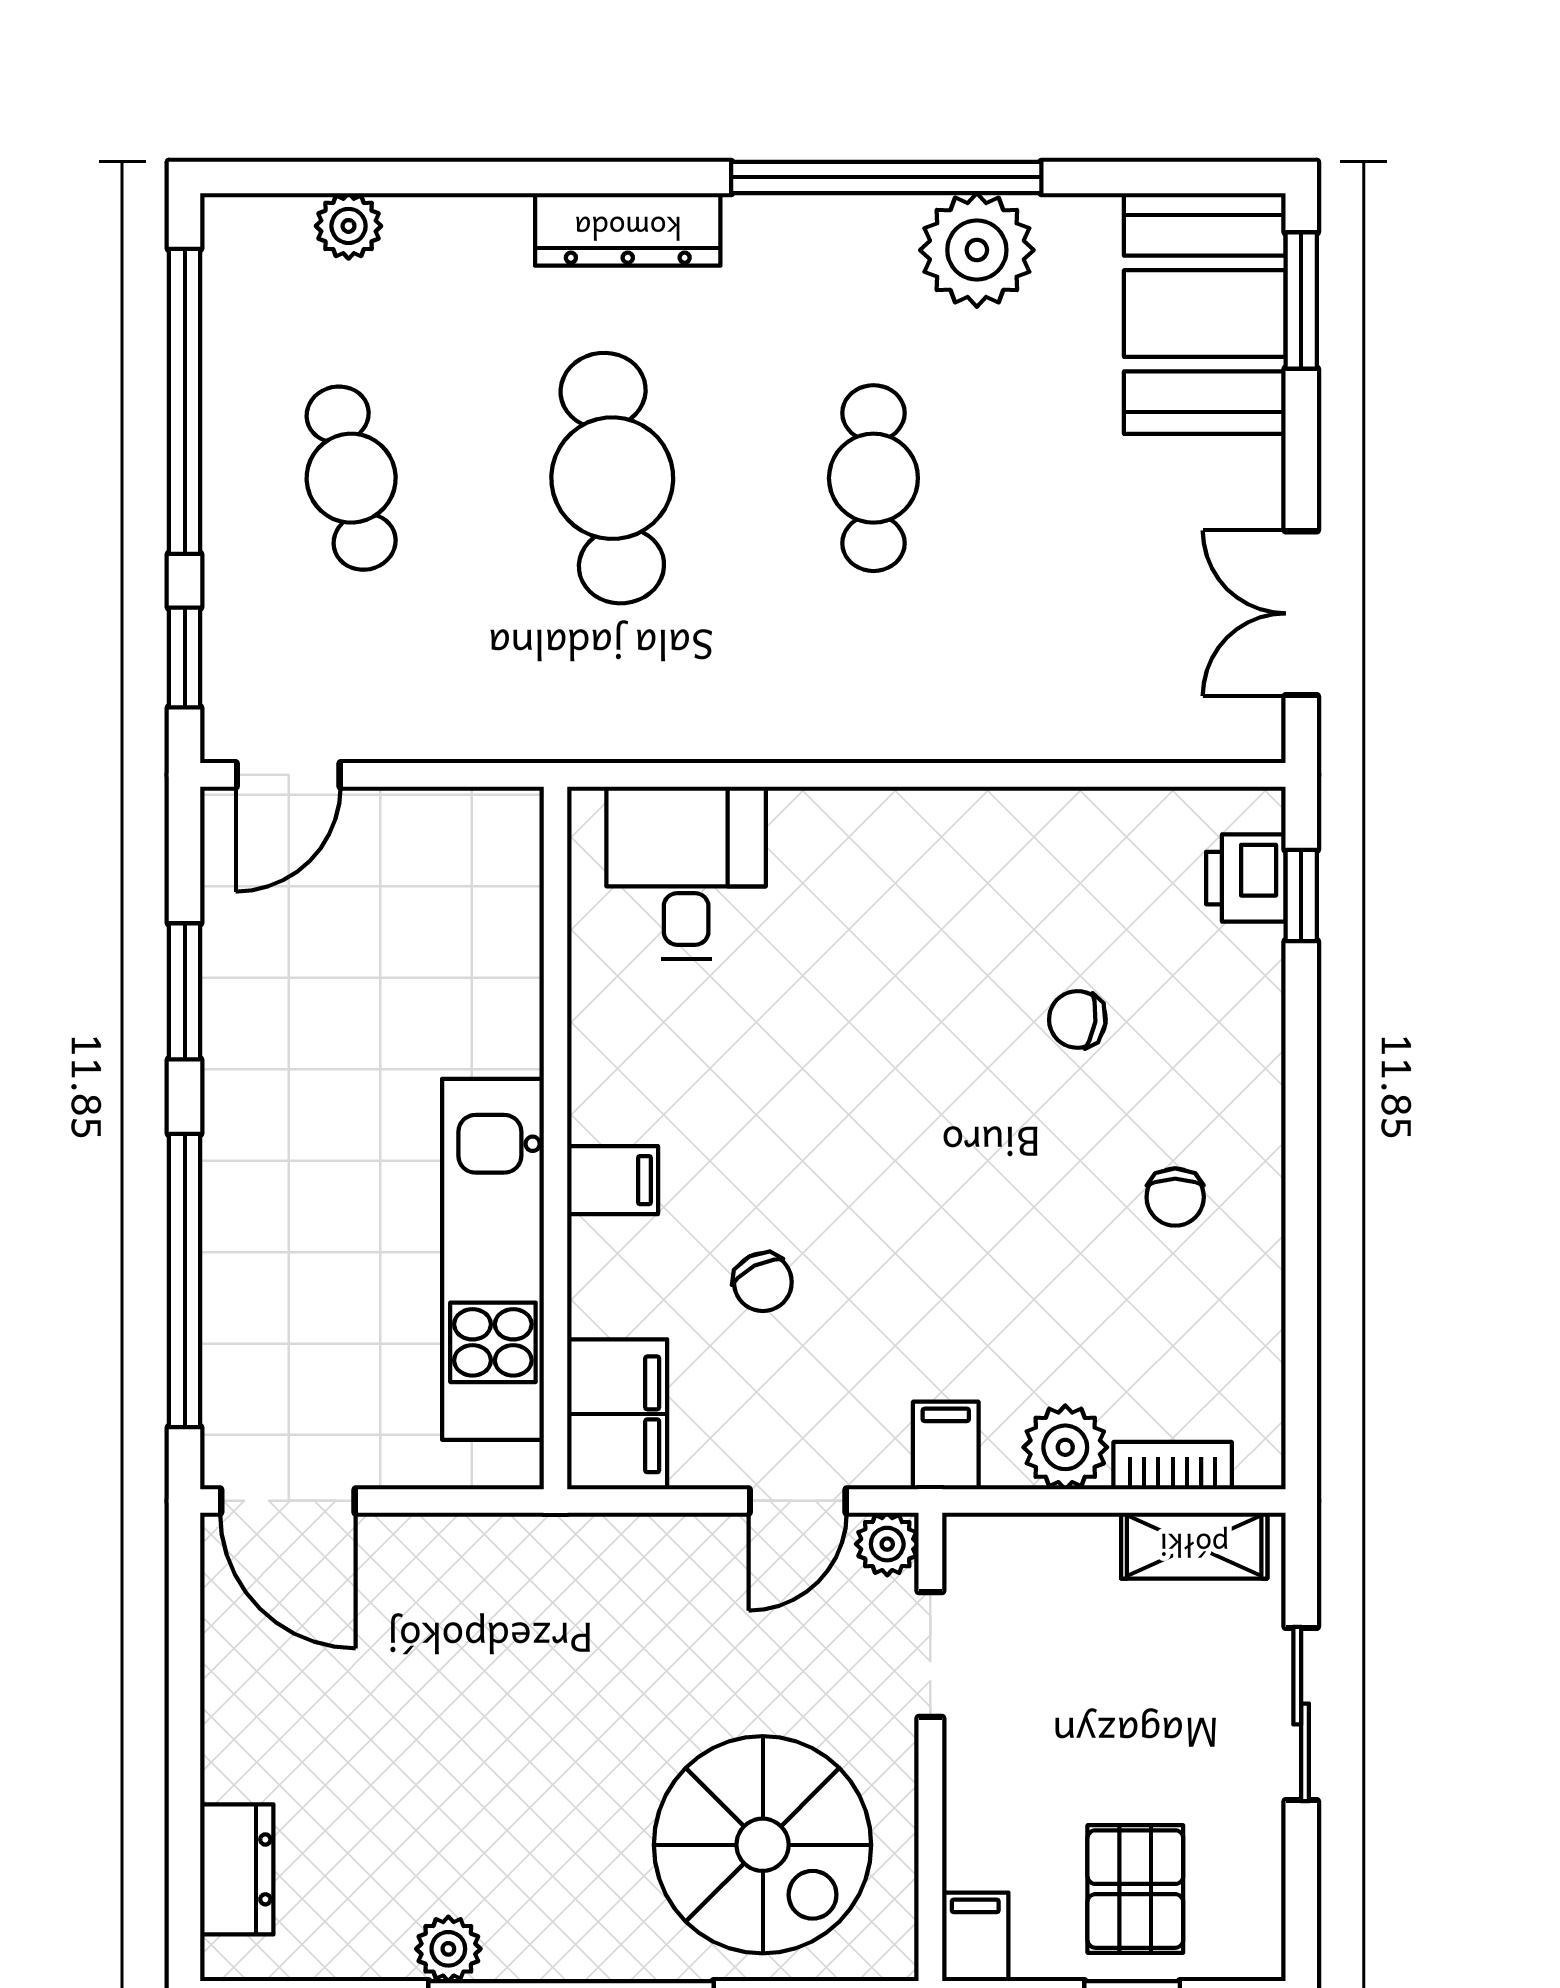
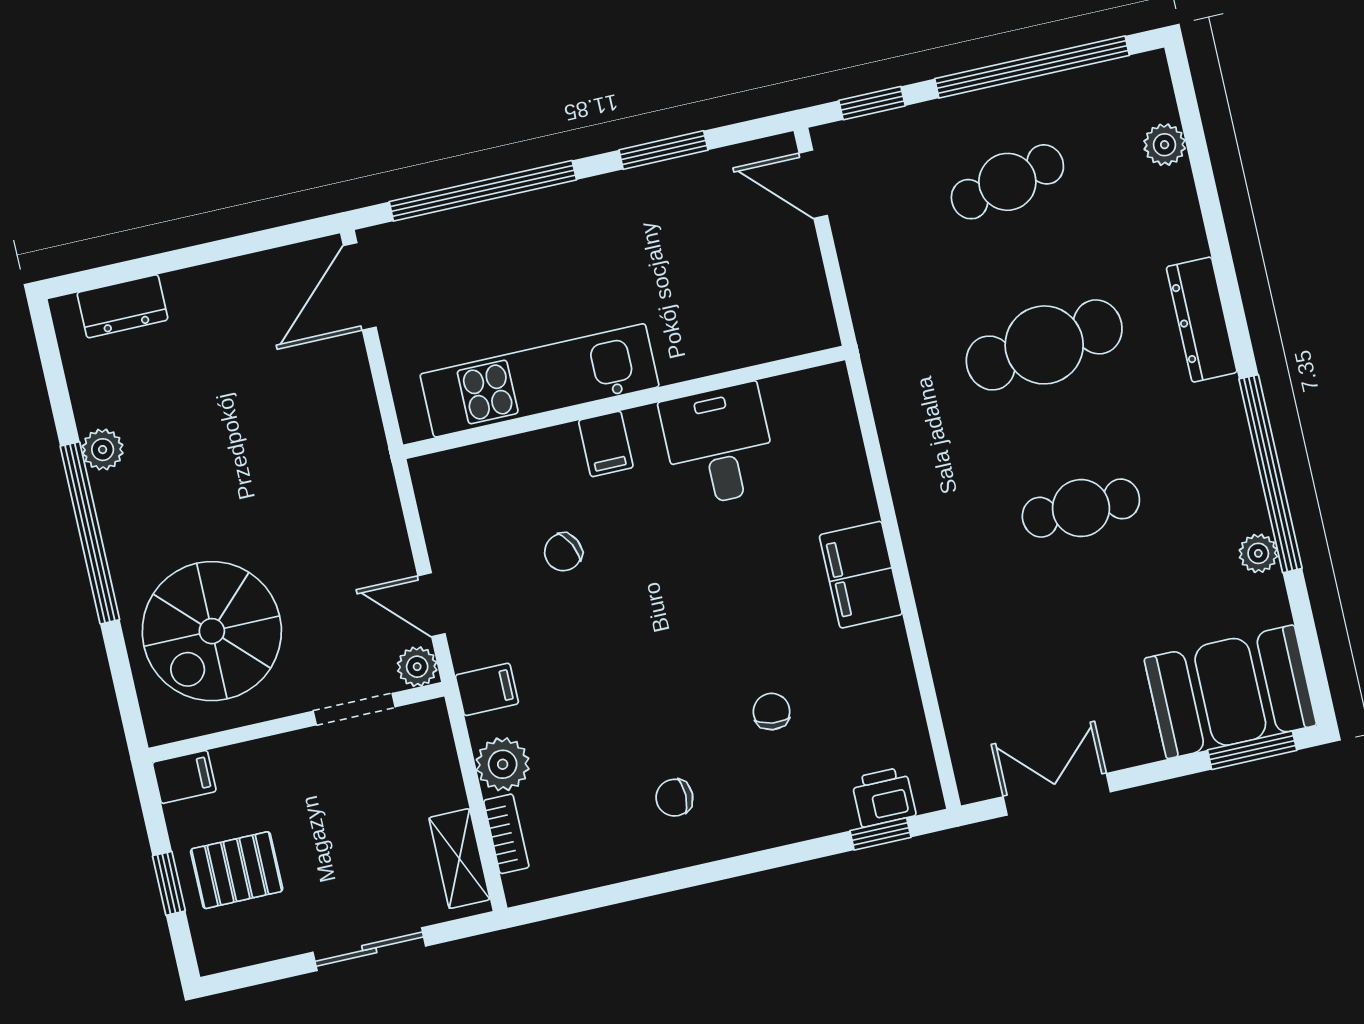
plant: (977, 250) -> (1258, 553), width x0.53, depth x0.53
desk: (686, 873) -> (719, 445), moved, turned -90
filing cabinet: (617, 1414) -> (861, 575), moved, turned 90

